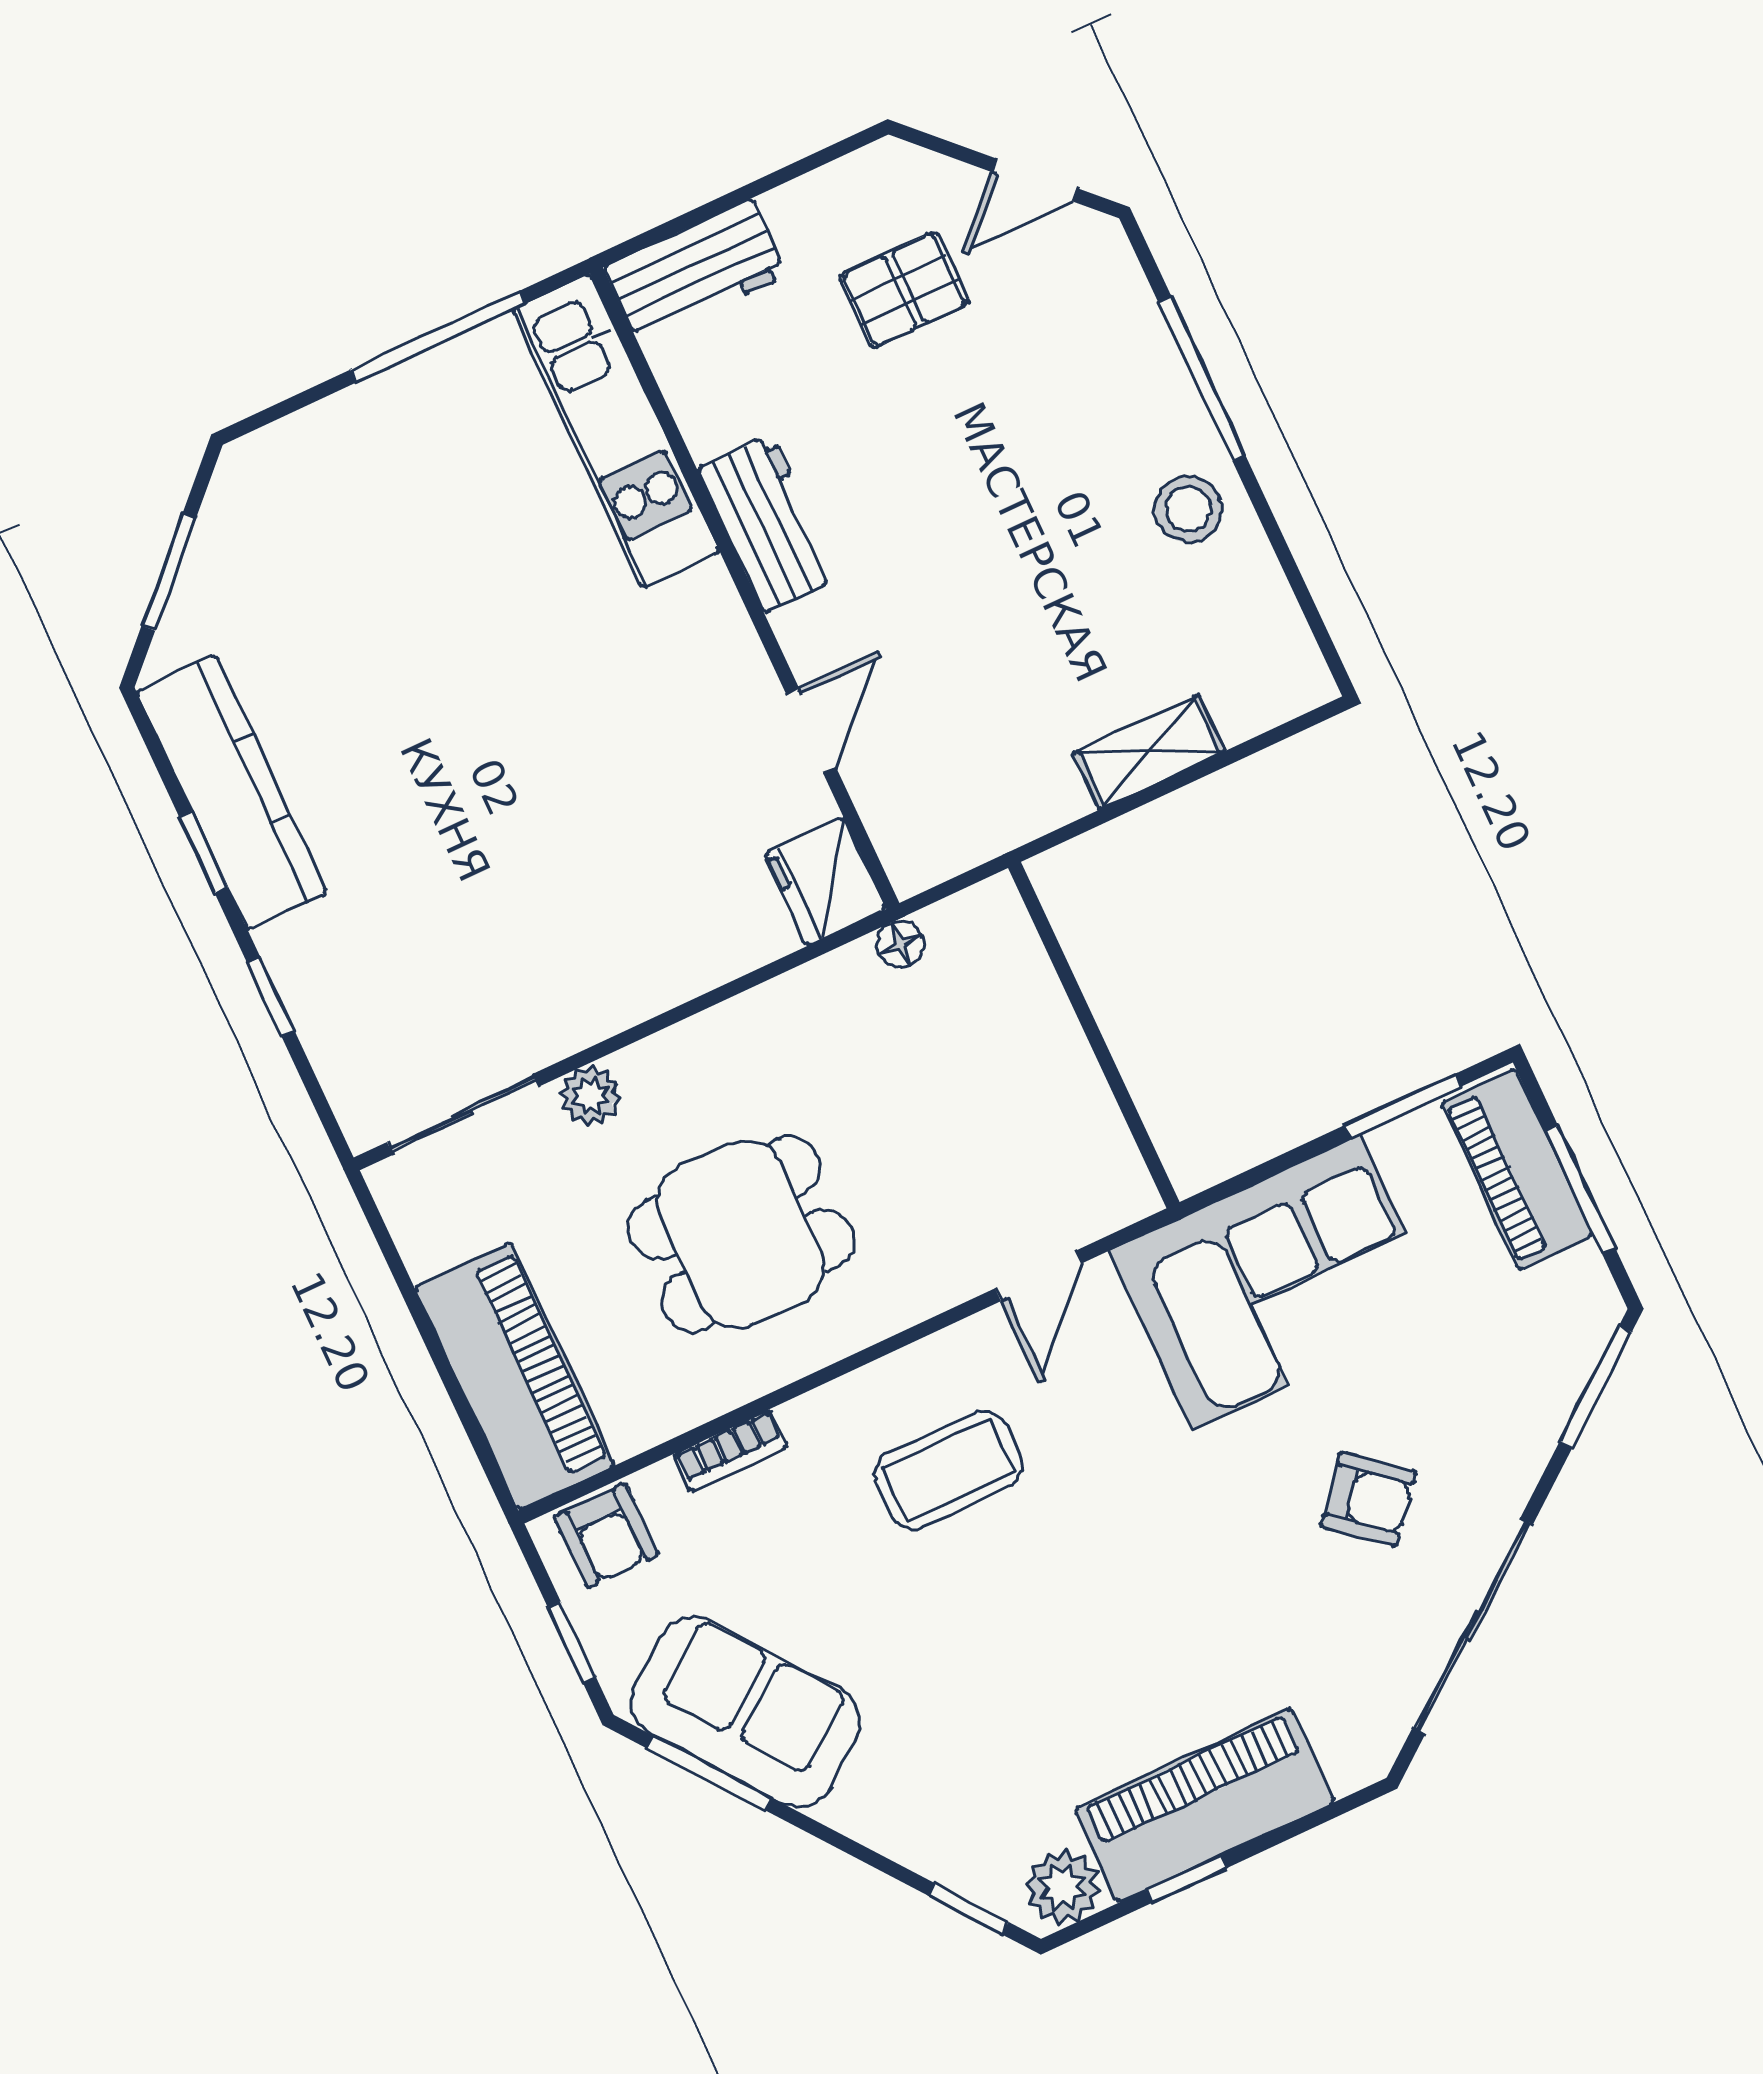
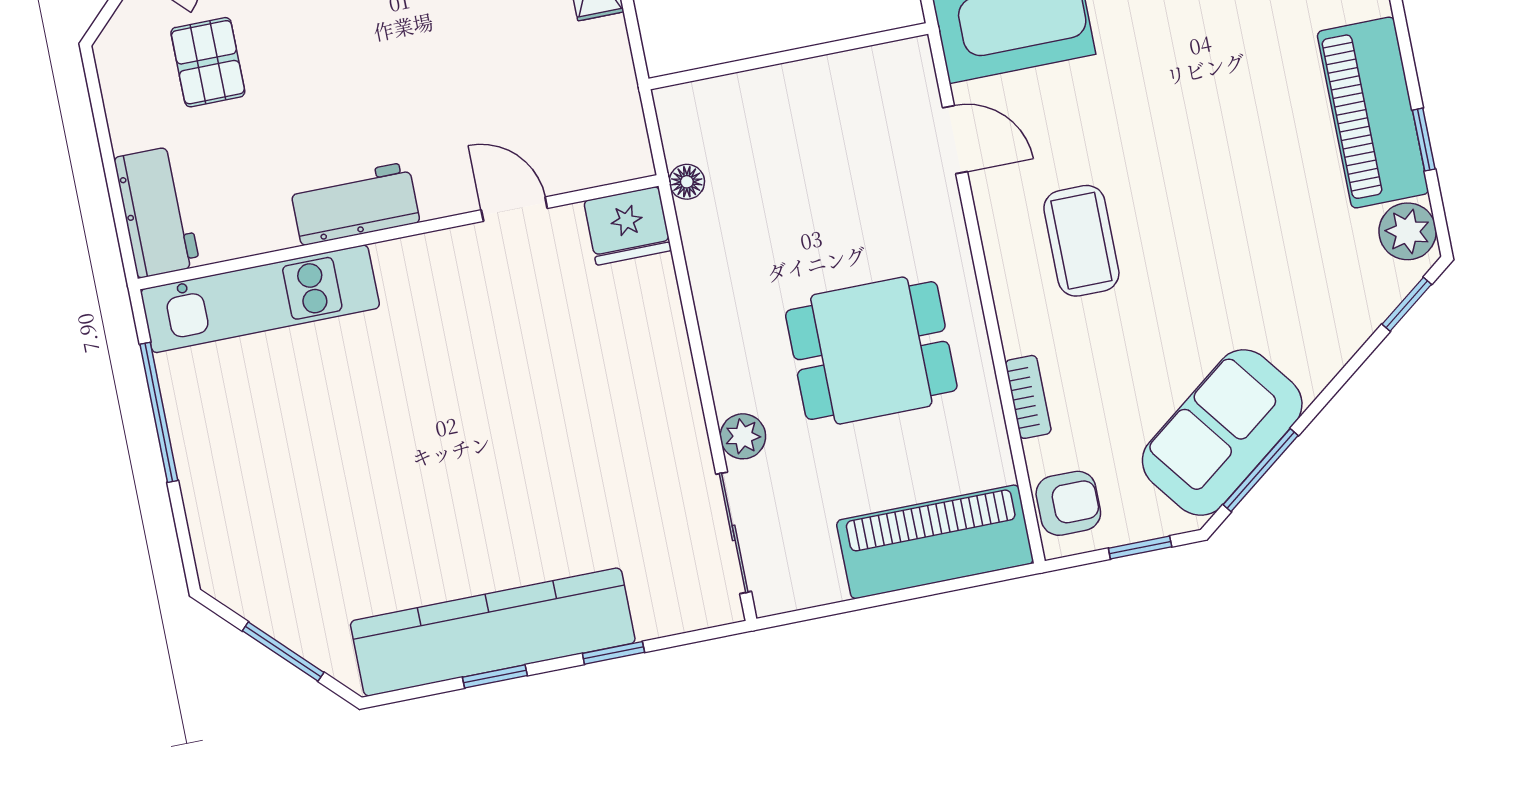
kitchen counter: (232, 792) -> (493, 632), width x1.39, depth x1.17
dining table: (741, 1234) -> (871, 351), turned 90

